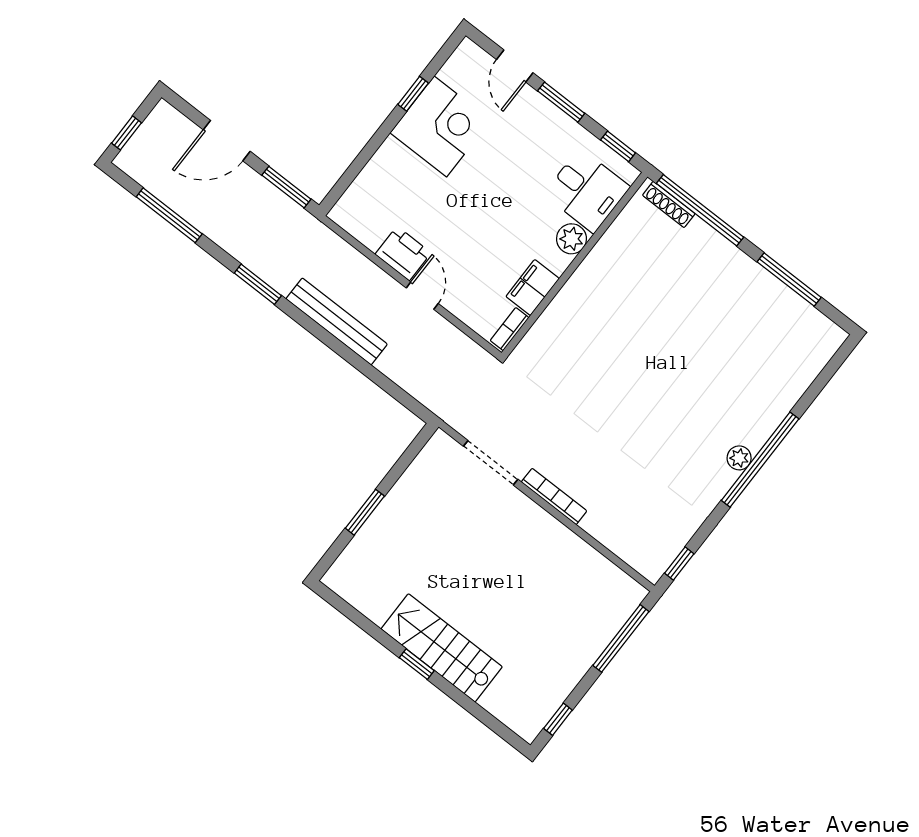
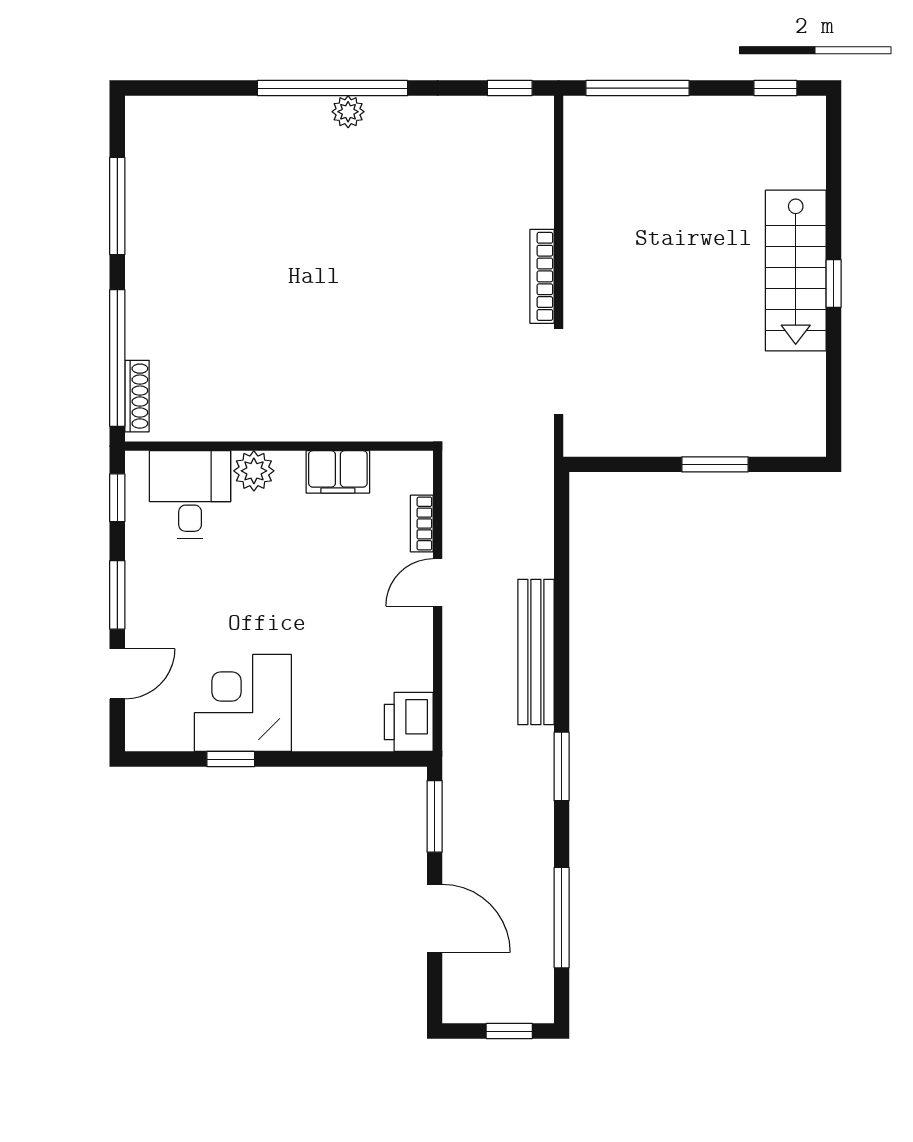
printer: (403, 254) -> (409, 722), moved
bookcase: (510, 329) -> (422, 524), moved, turned 90

